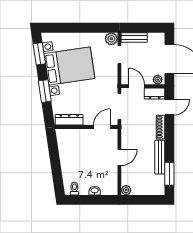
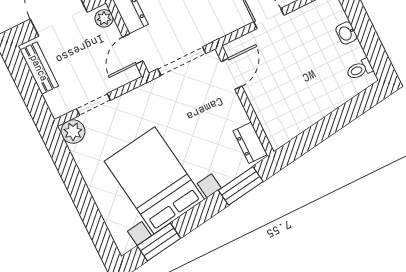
bench: (134, 37) -> (39, 68), moved
window: (45, 91) -> (241, 186), moved
dresser: (69, 120) -> (250, 143), width x0.70
door: (102, 127) -> (232, 74), swing flipped

